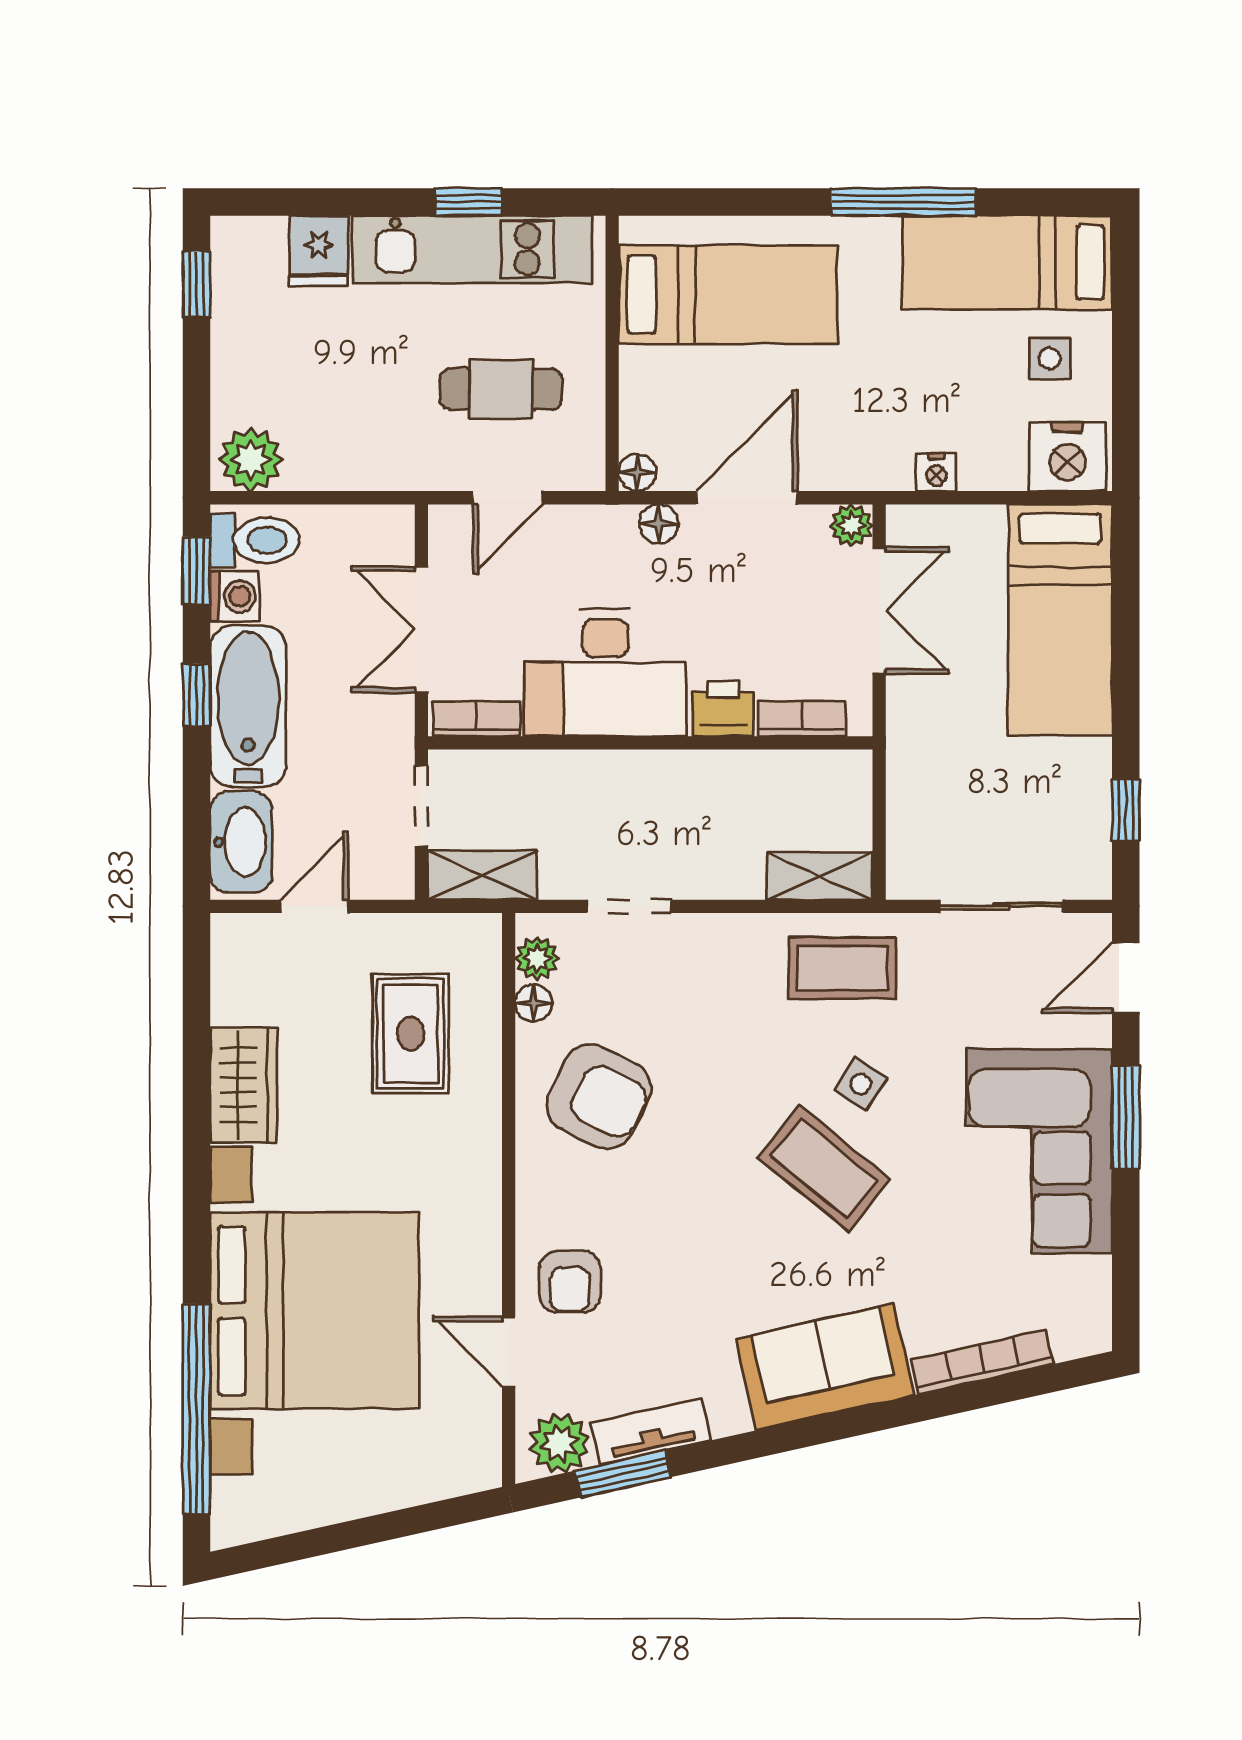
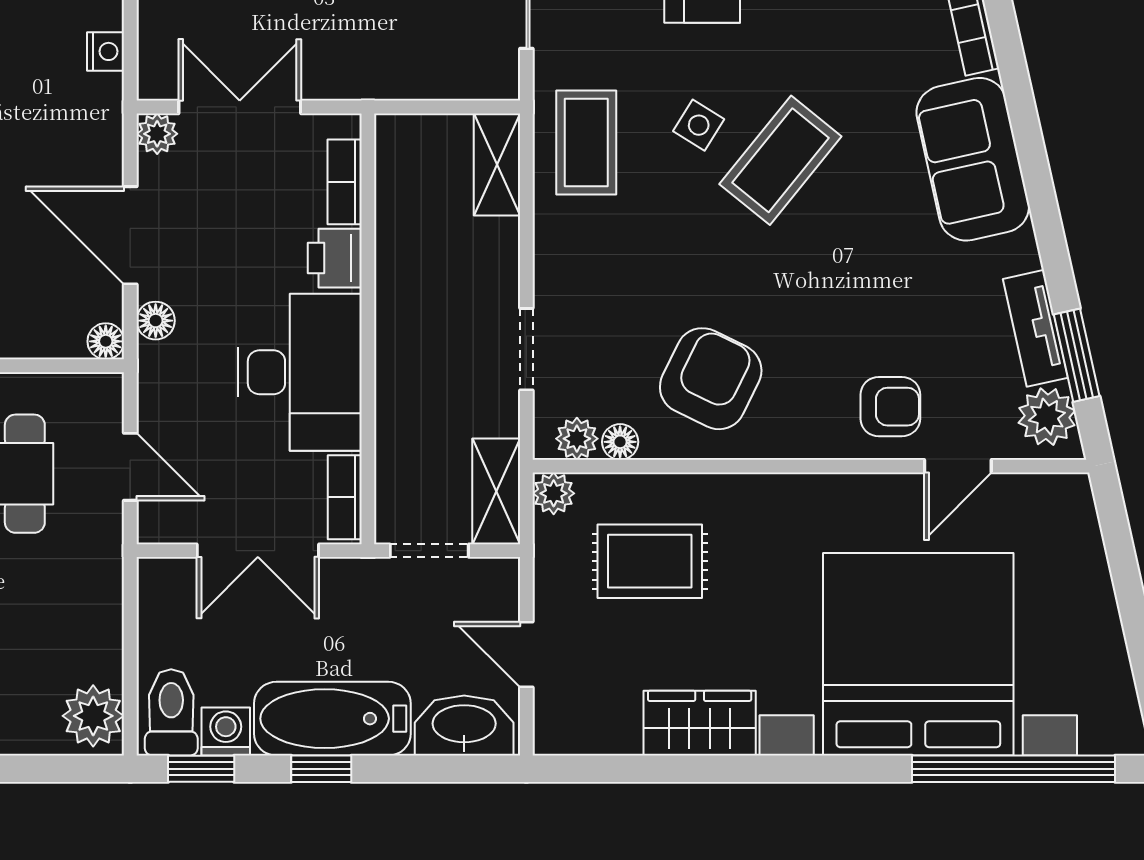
plant: (480, 934) -> (554, 493), added

